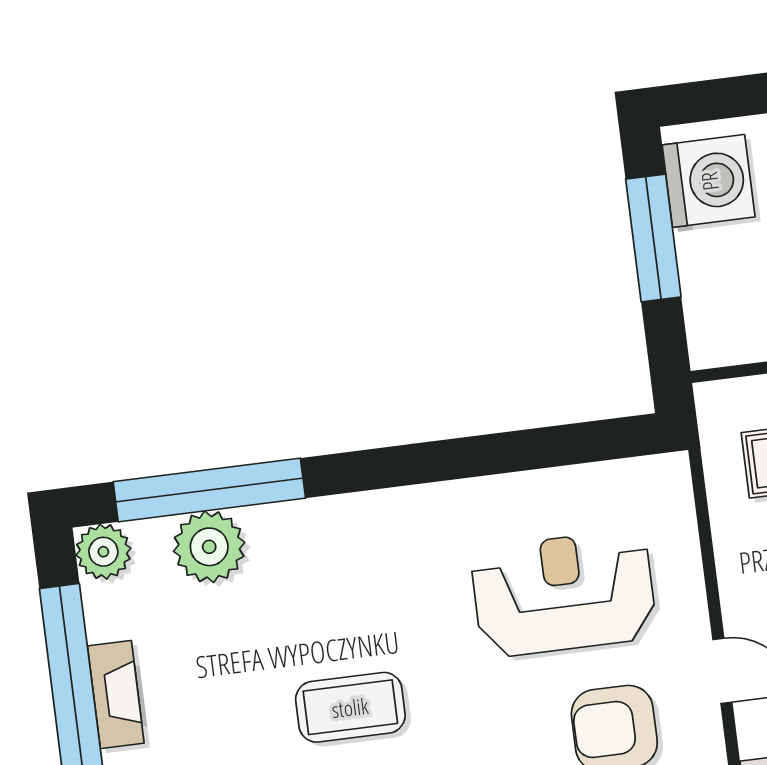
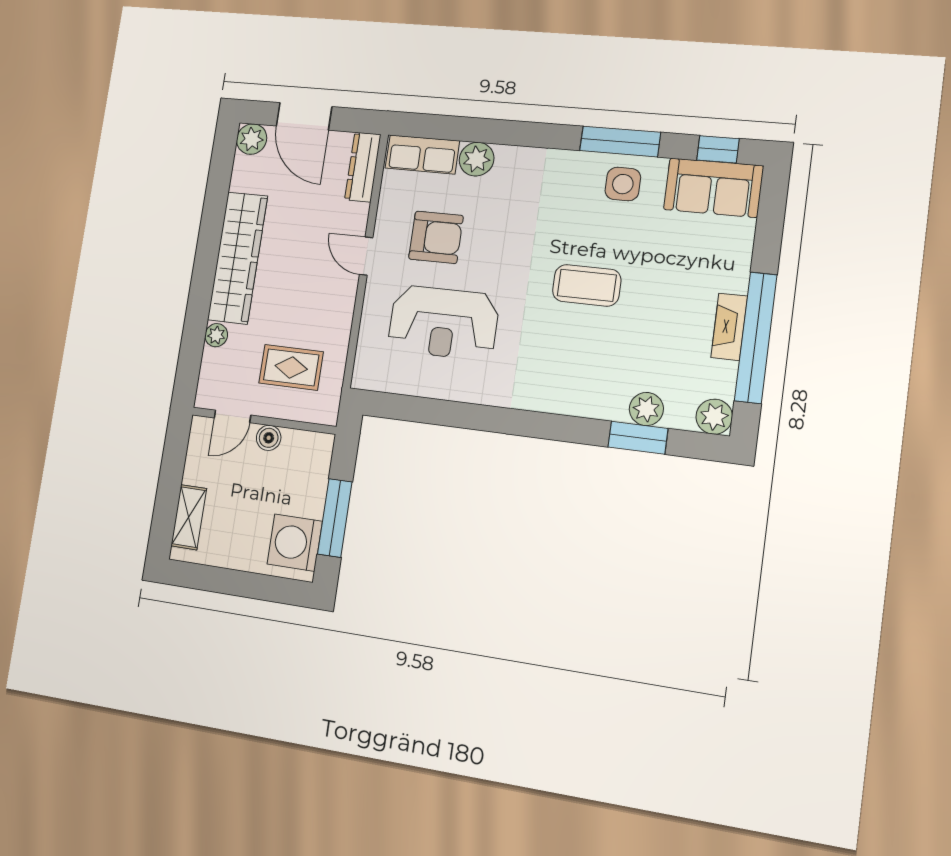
window: (209, 490) -> (638, 438), width x0.47
plant: (209, 547) -> (646, 409), width x0.73, depth x0.73

